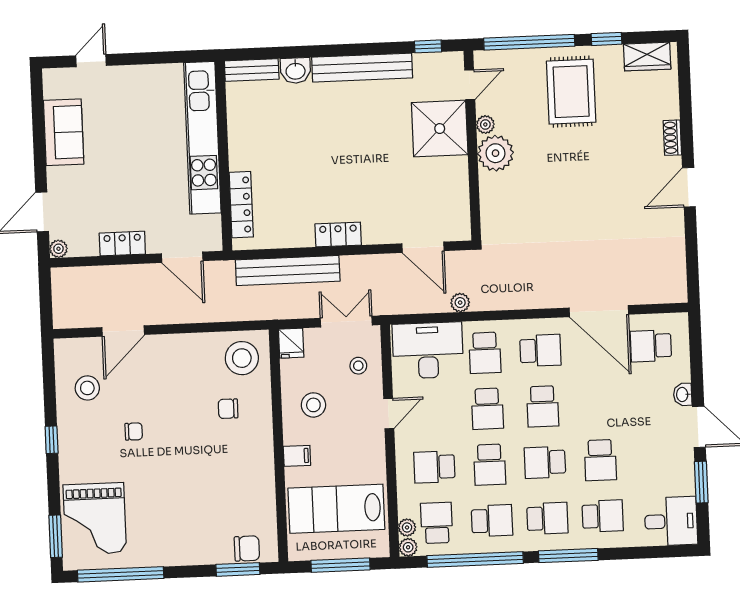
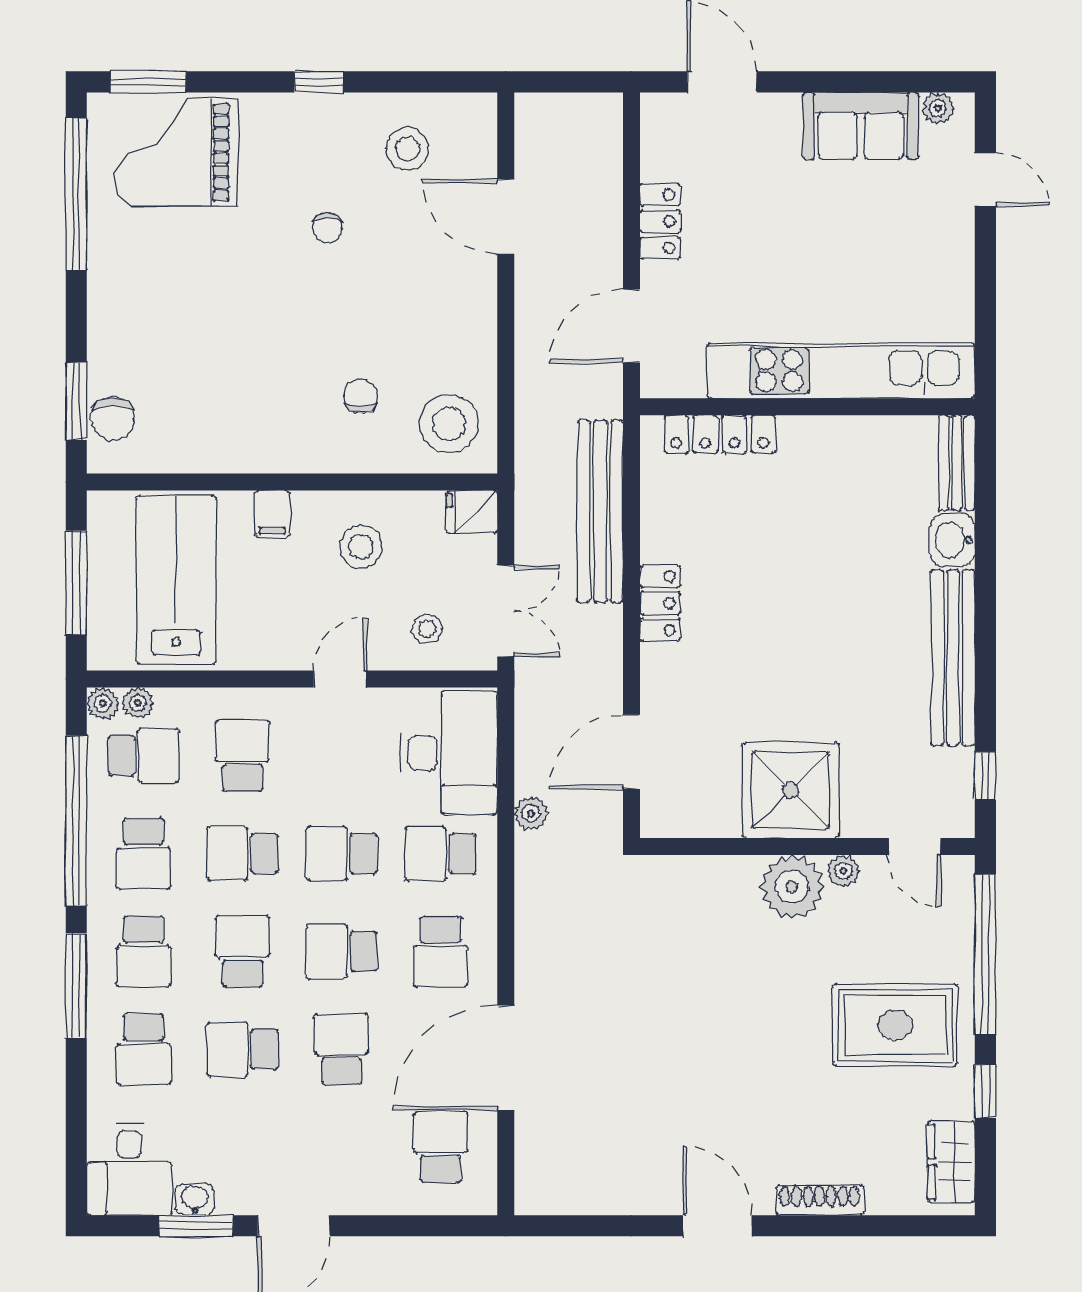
shower: (440, 129) -> (791, 790), moved
shoe rack: (672, 138) -> (820, 1200), width x1.43
plant: (58, 249) -> (938, 108), moved
washbasin: (683, 394) -> (195, 1199), moved
school desk: (598, 404) -> (341, 1049), added
door: (389, 414) -> (340, 679), swing flipped

